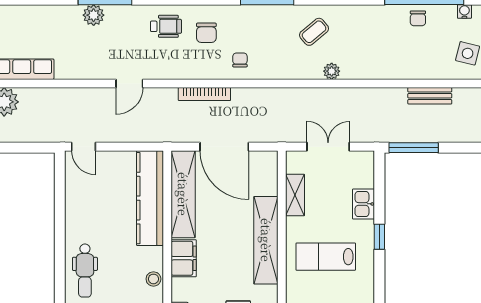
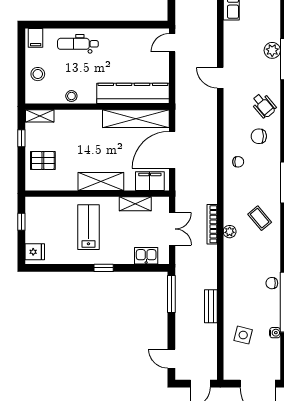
chair: (418, 18) -> (272, 283), moved
wheelchair: (166, 26) -> (264, 106), turned -40
bookcase: (204, 94) -> (212, 224), moved
kitchen sink: (363, 204) -> (146, 256), moved
shelving: (266, 240) -> (101, 181), width x0.68
filing cabinet: (184, 258) -> (150, 181), moved, turned 180

